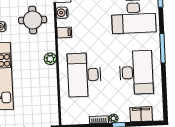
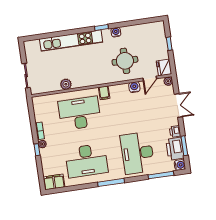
filing cabinet: (64, 32) -> (104, 93), moved
plant: (50, 59) -> (66, 84), moved
filing cabinet: (141, 114) -> (54, 182), moved, turned -90

